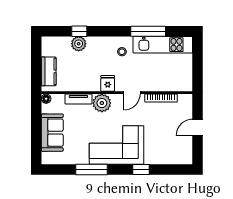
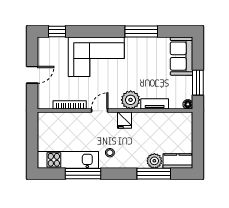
window: (79, 31) -> (154, 174), width x2.17
kitchen counter: (49, 71) -> (178, 161), moved, turned 90
window: (36, 120) -> (198, 83), added
sofa: (52, 133) -> (182, 56), moved
corner sofa: (116, 145) -> (96, 57), moved
window: (141, 170) -> (57, 32), moved

